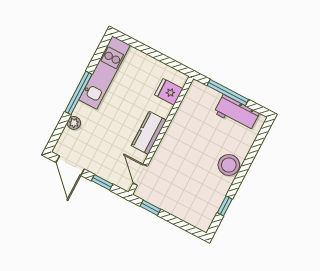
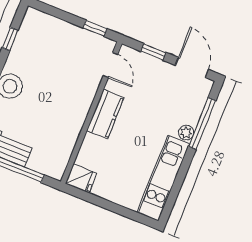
fridge: (169, 92) -> (81, 178), moved
window: (78, 93) -> (202, 123), moved
plant: (74, 123) -> (186, 133), moved

